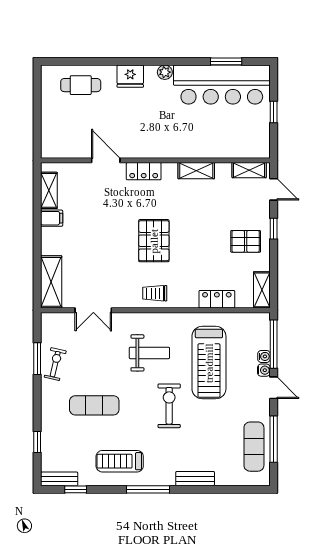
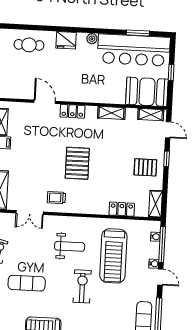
booth: (242, 140) -> (147, 92), added
trolley: (155, 293) -> (56, 198), moved
water cooler: (264, 356) -> (155, 237), moved

